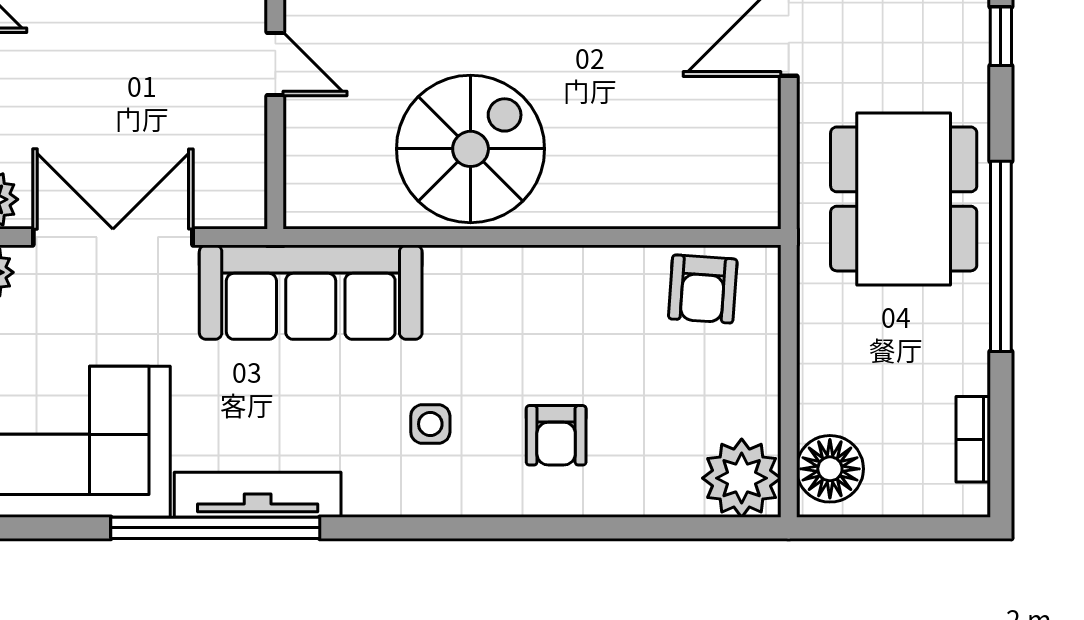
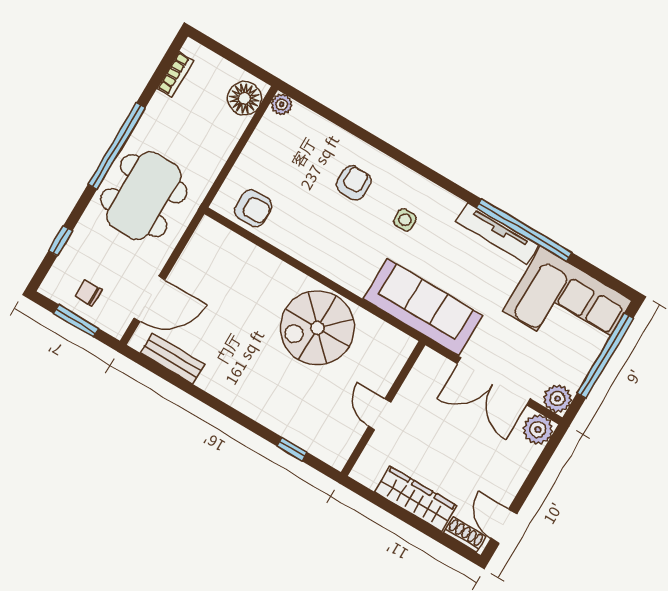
armchair: (703, 289) -> (253, 208), turned 86
plant: (742, 478) -> (282, 104), width x0.53, depth x0.53

